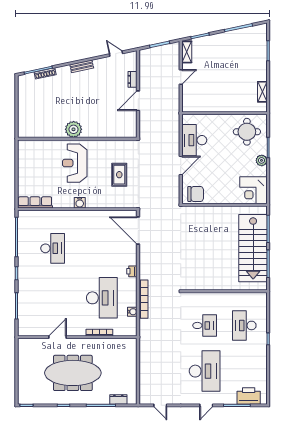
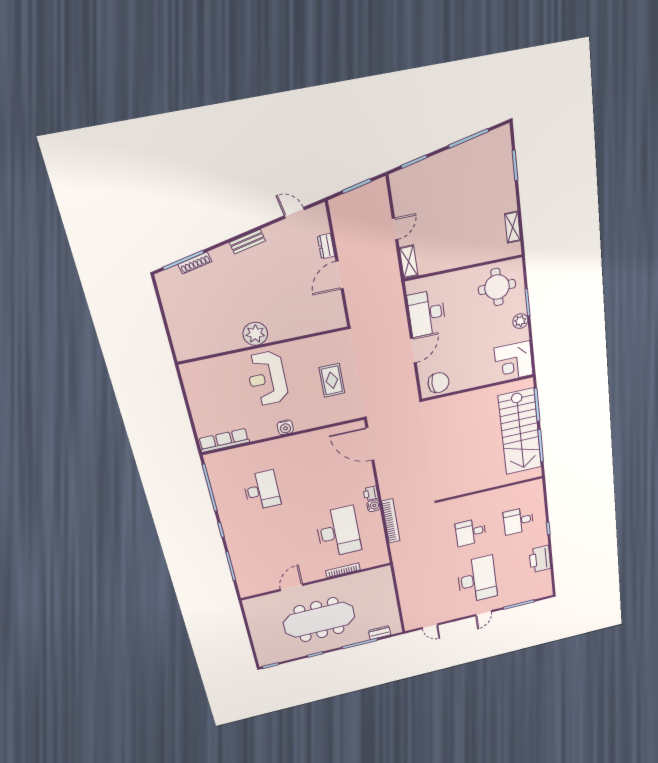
shelving: (187, 52) -> (409, 262), moved
water cooler: (132, 312) -> (373, 506), moved
desk: (205, 325) -> (471, 532), turned 180
desk: (244, 325) -> (518, 521), width x0.73
printer: (249, 396) -> (540, 559), moved, turned -90

